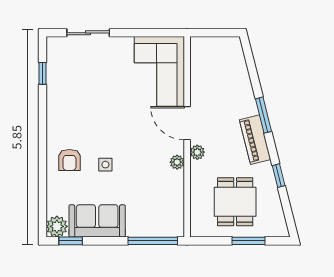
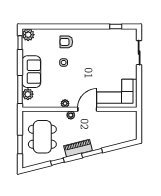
dining table: (235, 202) -> (42, 137), width x1.38
sofa: (97, 221) -> (31, 72), moved
plant: (161, 227) -> (28, 94), added

